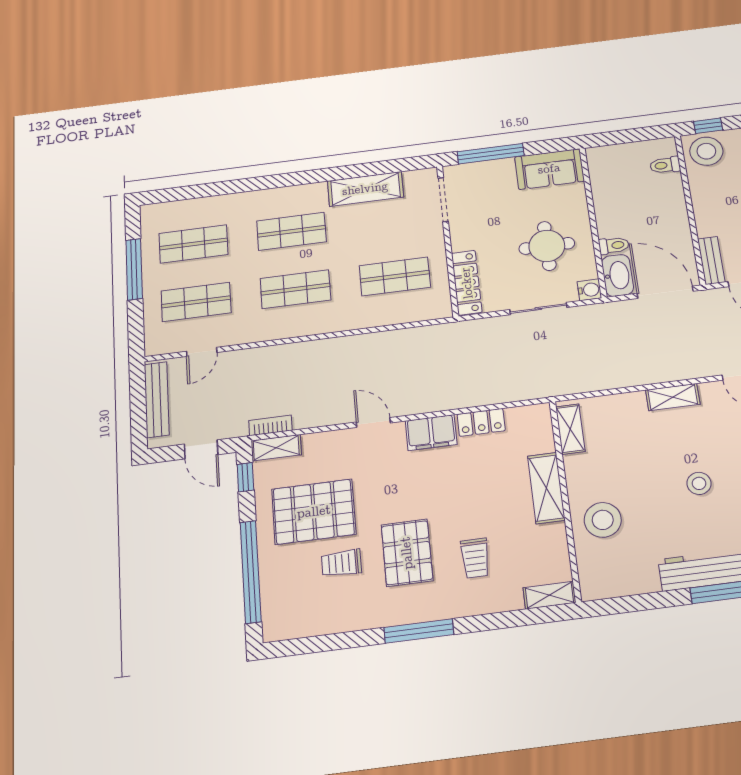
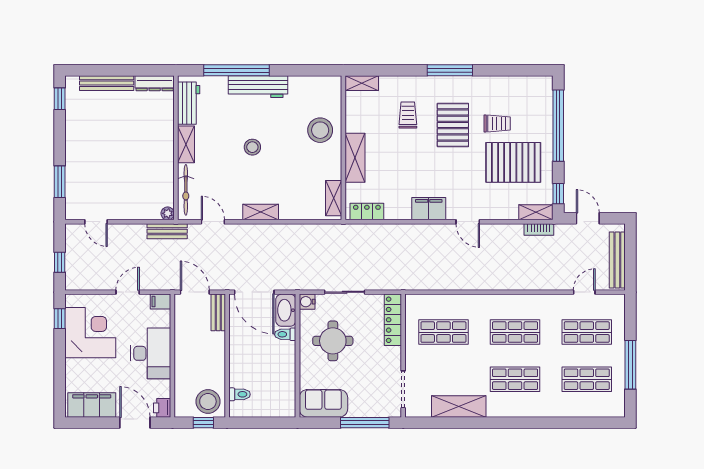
locker: (481, 422) -> (367, 212), moved

